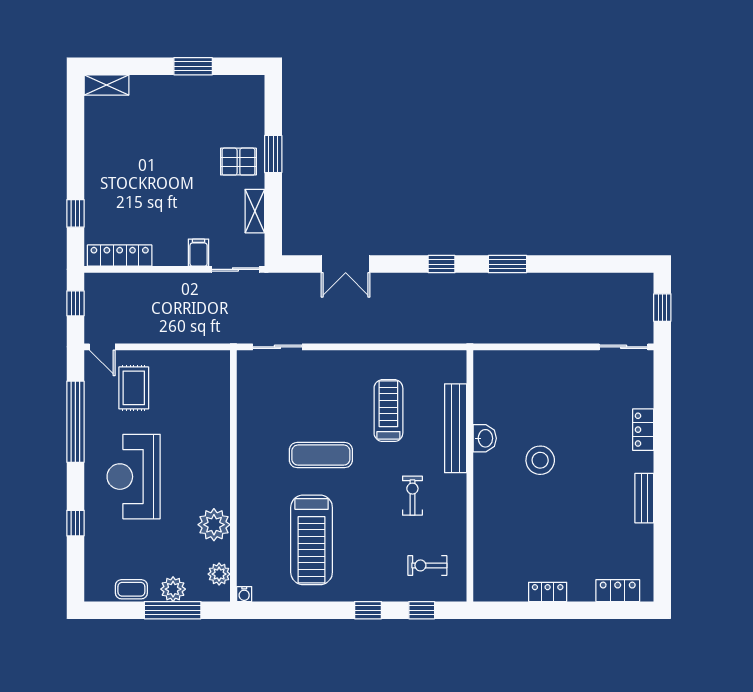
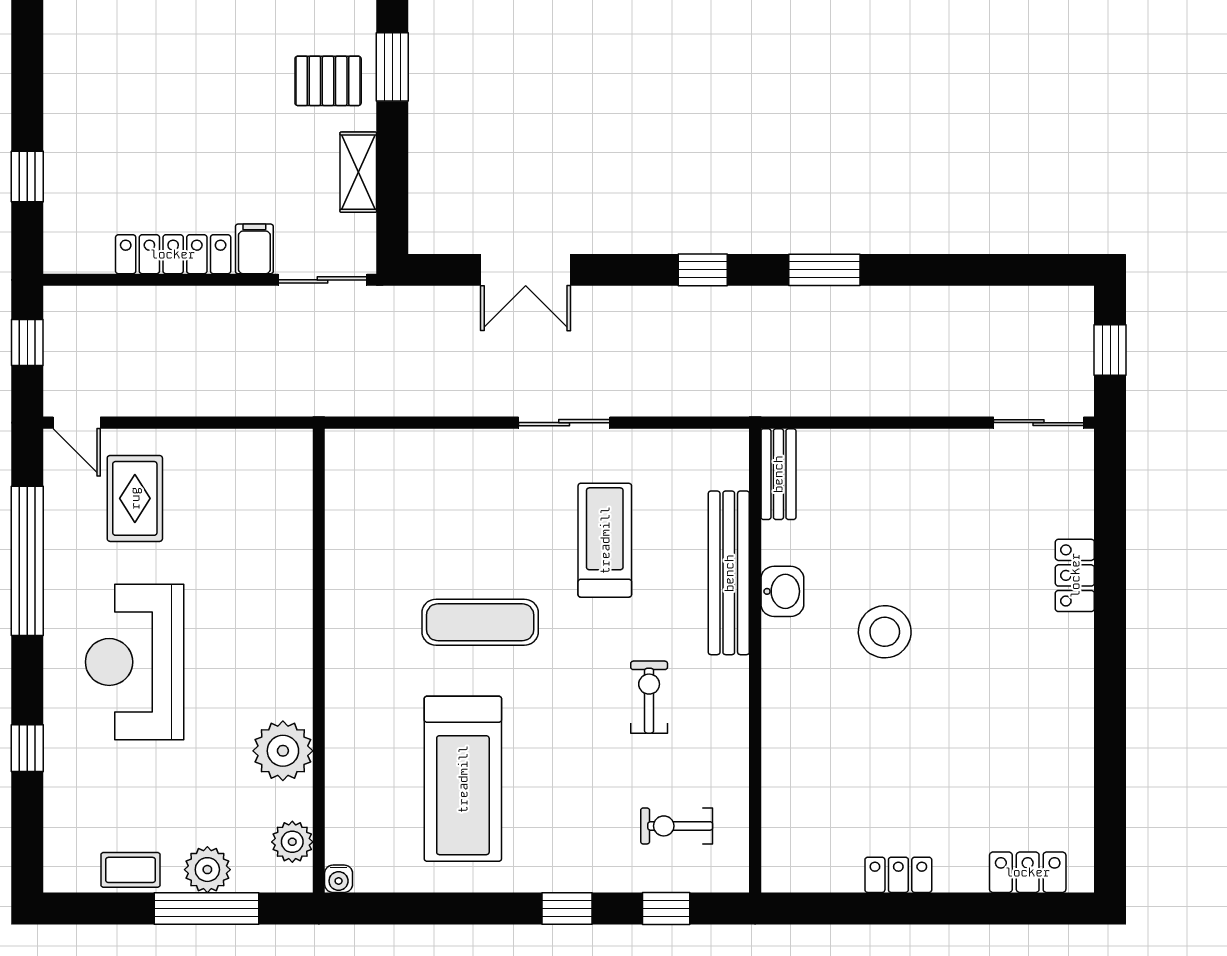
locker: (120, 256) -> (173, 254), moved
sliding door: (277, 347) -> (564, 423), moved
bench: (644, 498) -> (778, 474), moved

